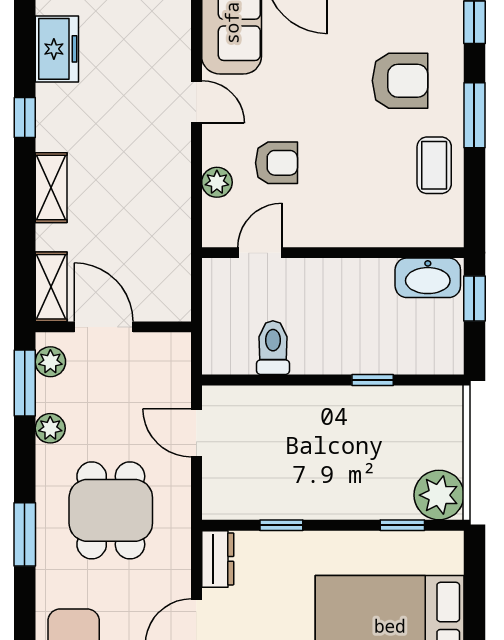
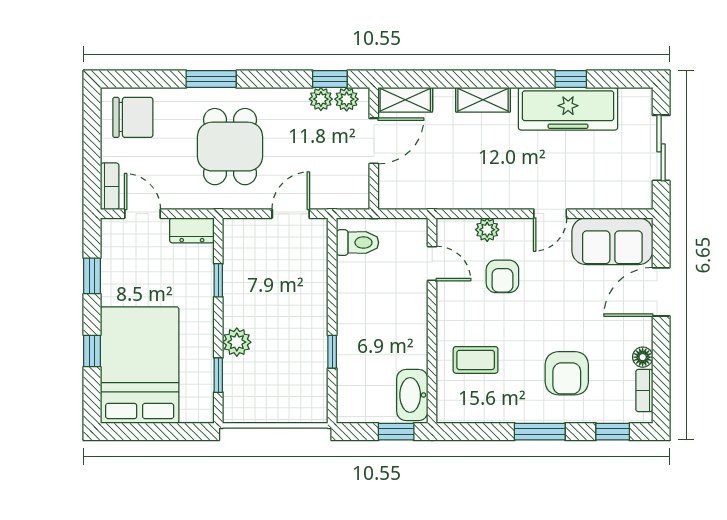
freezer: (57, 49) -> (568, 109), width x1.91, depth x1.26
window: (25, 118) -> (571, 79), moved
coffee table: (434, 165) -> (476, 360), moved
toilet: (273, 348) -> (358, 243), moved
window: (25, 383) -> (330, 79), width x0.67
plant: (50, 428) -> (321, 99), moved
plant: (439, 495) -> (237, 342), moved, width x0.73, depth x0.73
dining table: (111, 510) -> (230, 147), turned 90

